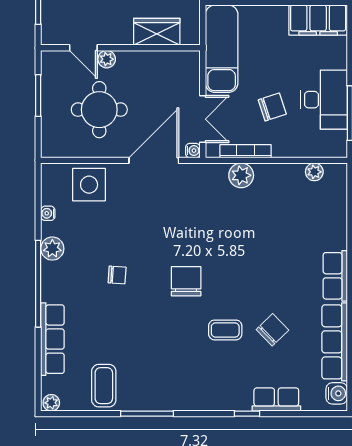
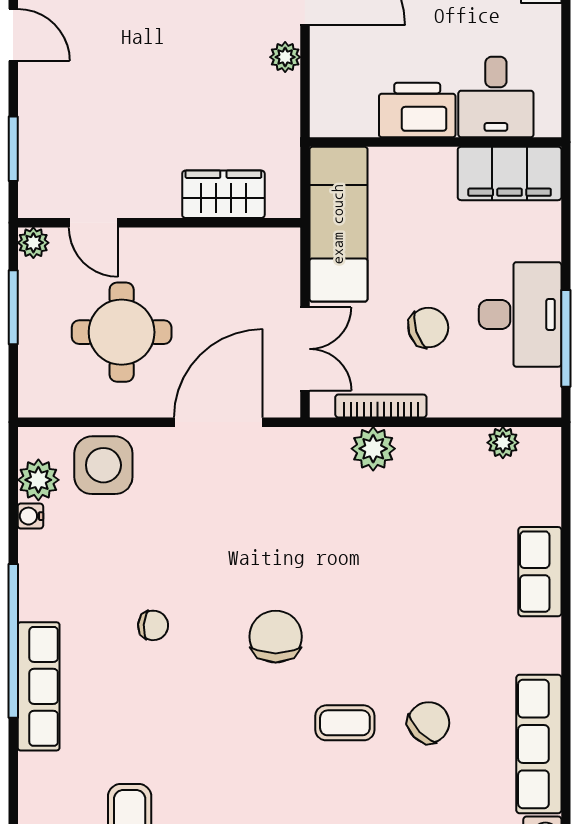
plant: (107, 59) -> (33, 243), moved
water cooler: (193, 151) -> (287, 405), removed
plant: (52, 249) -> (38, 480), moved
row of seats: (335, 276) -> (540, 572), moved
row of seats: (52, 339) -> (39, 686), moved

